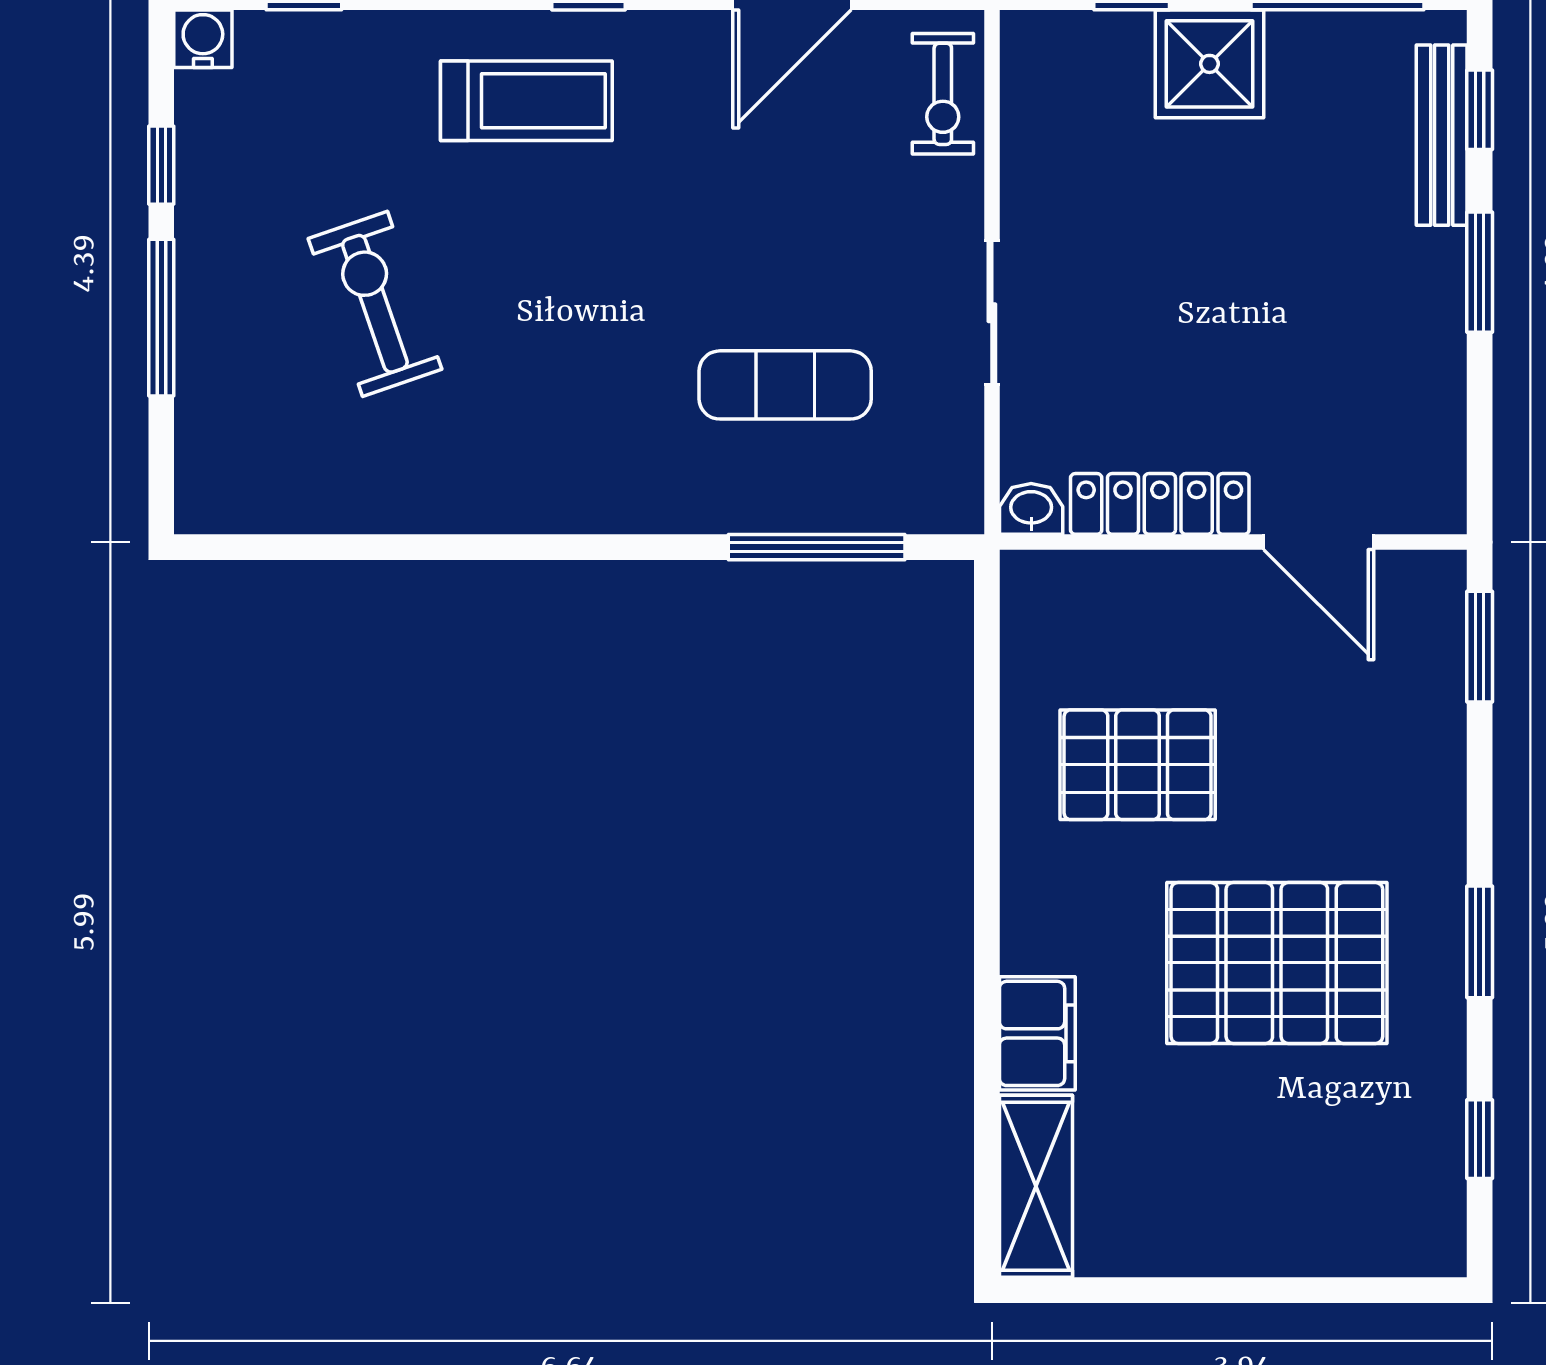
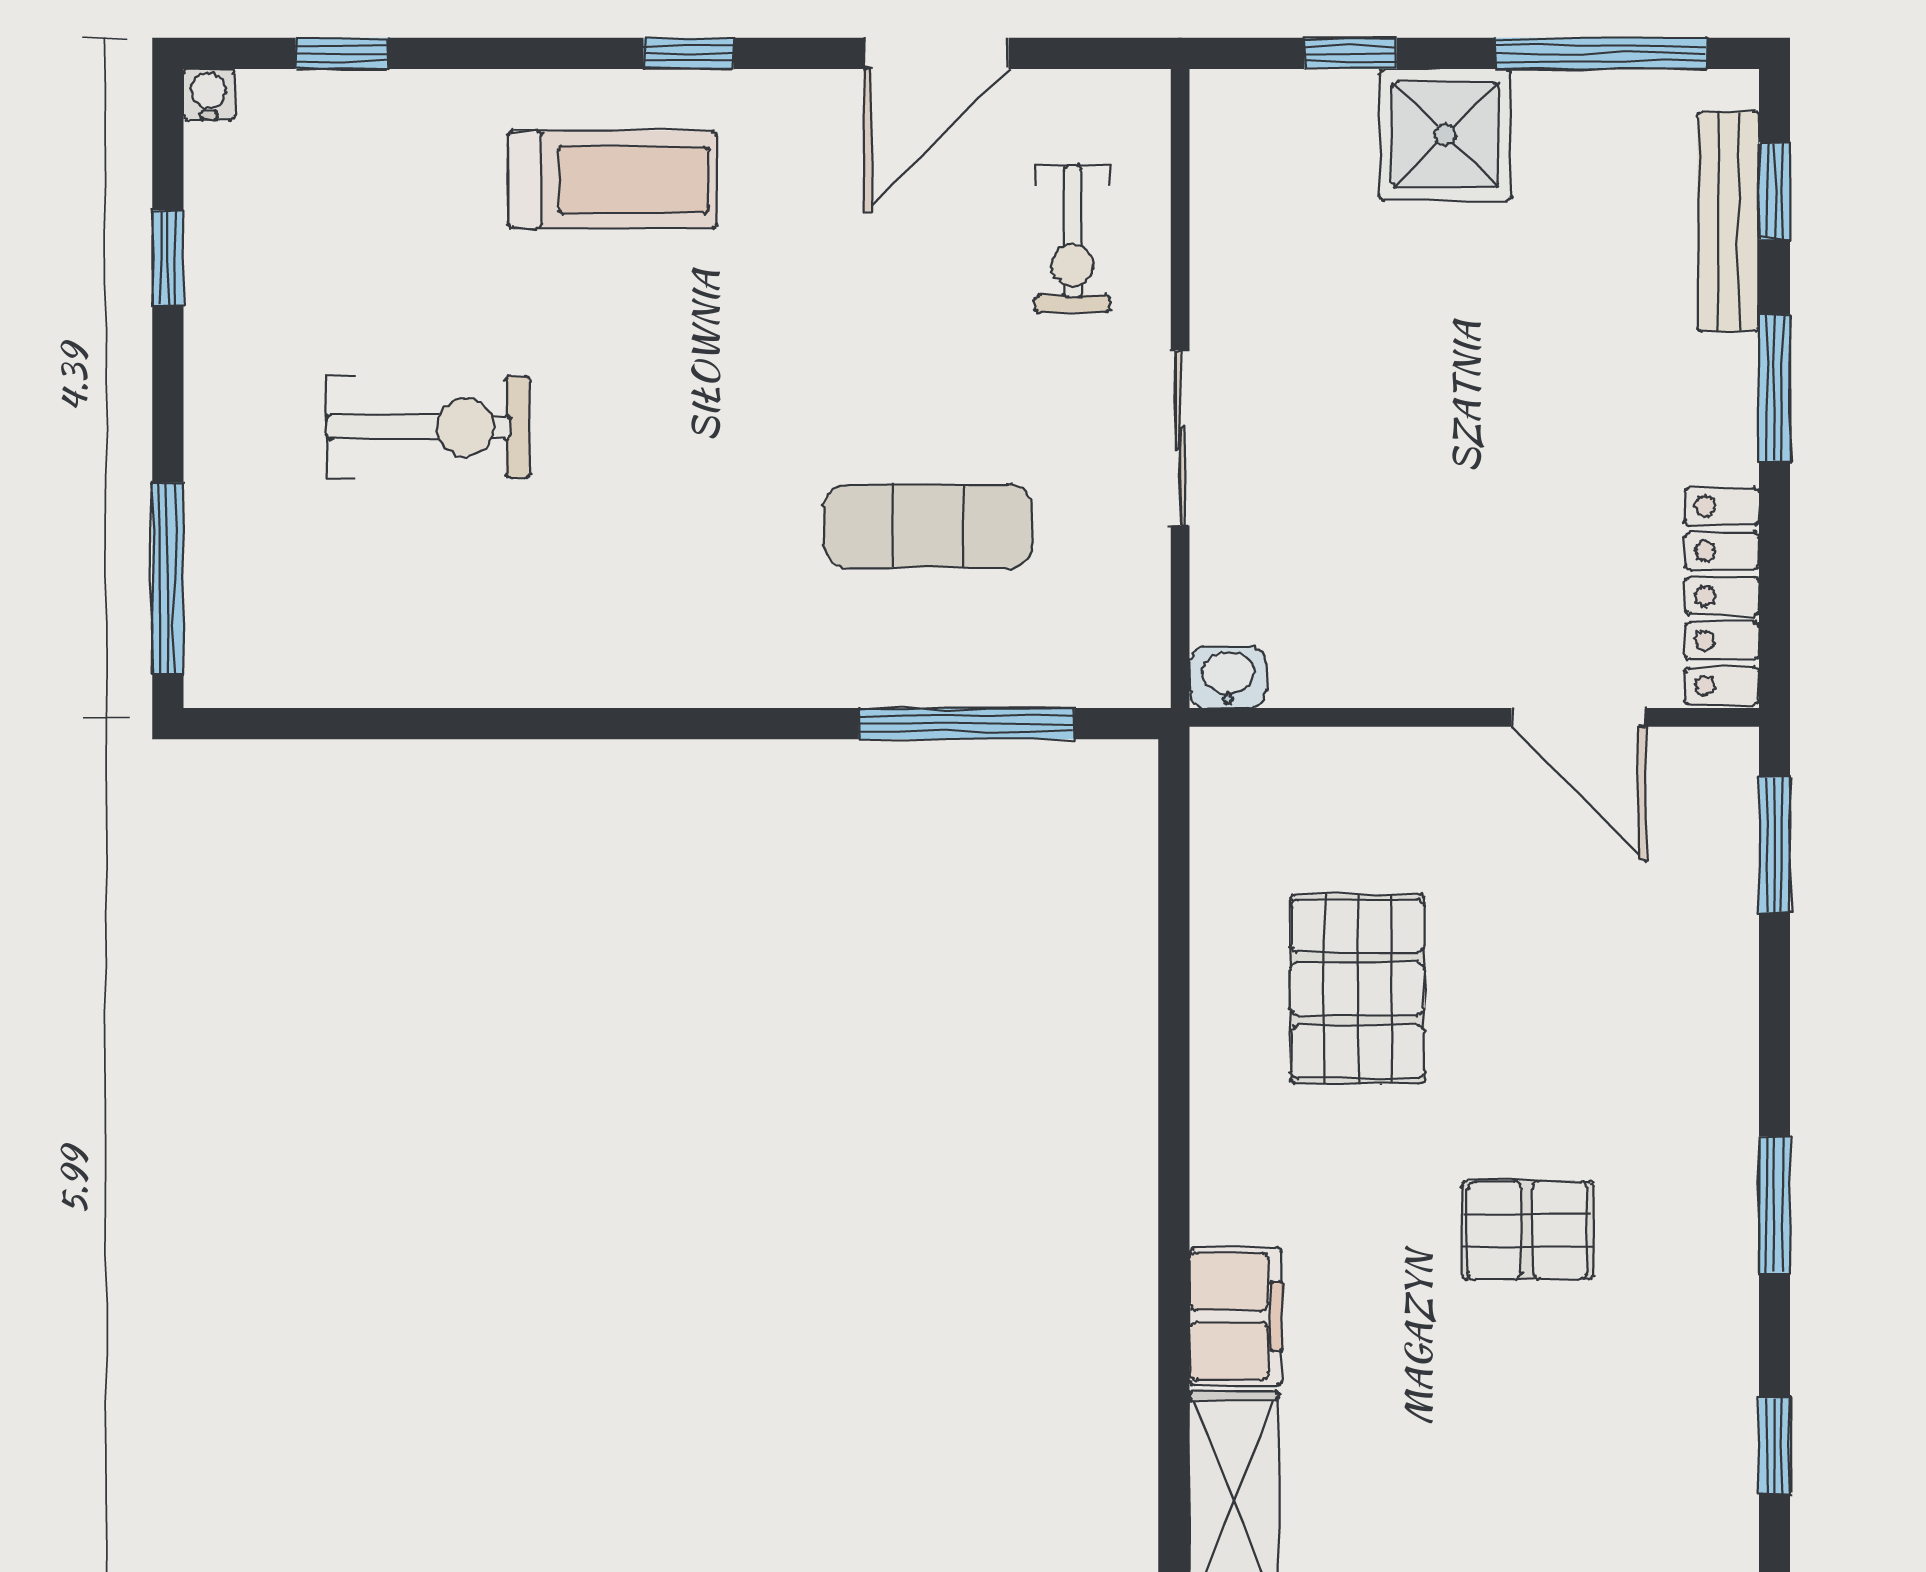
water cooler: (203, 39) -> (209, 94), width x0.72, depth x0.72
exercise bike: (943, 94) -> (1072, 239), moved
exercise bike: (375, 304) -> (428, 427), turned 109
window: (161, 318) -> (168, 578), moved
locker: (1160, 504) -> (1722, 596), moved, turned -90
pallet: (1138, 765) -> (1358, 989), turned 90
pallet: (1277, 963) -> (1527, 1230), width x0.49, depth x0.50

